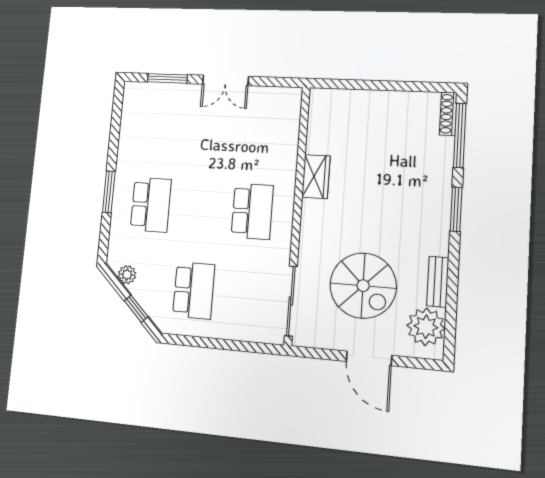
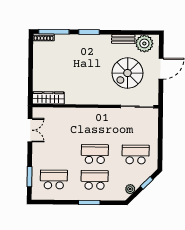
double door: (225, 80) -> (30, 130), moved
school desk: (158, 125) -> (54, 179), added
wardrobe: (316, 177) -> (48, 98), moved, width x1.50
school desk: (252, 211) -> (95, 154), moved
spiral stairs: (363, 286) -> (127, 73), turned 180

